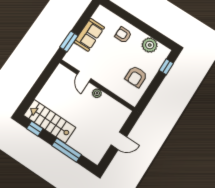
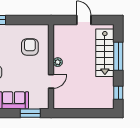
armchair: (136, 77) -> (30, 47), moved, turned -90
stairs: (50, 121) -> (105, 53), moved

